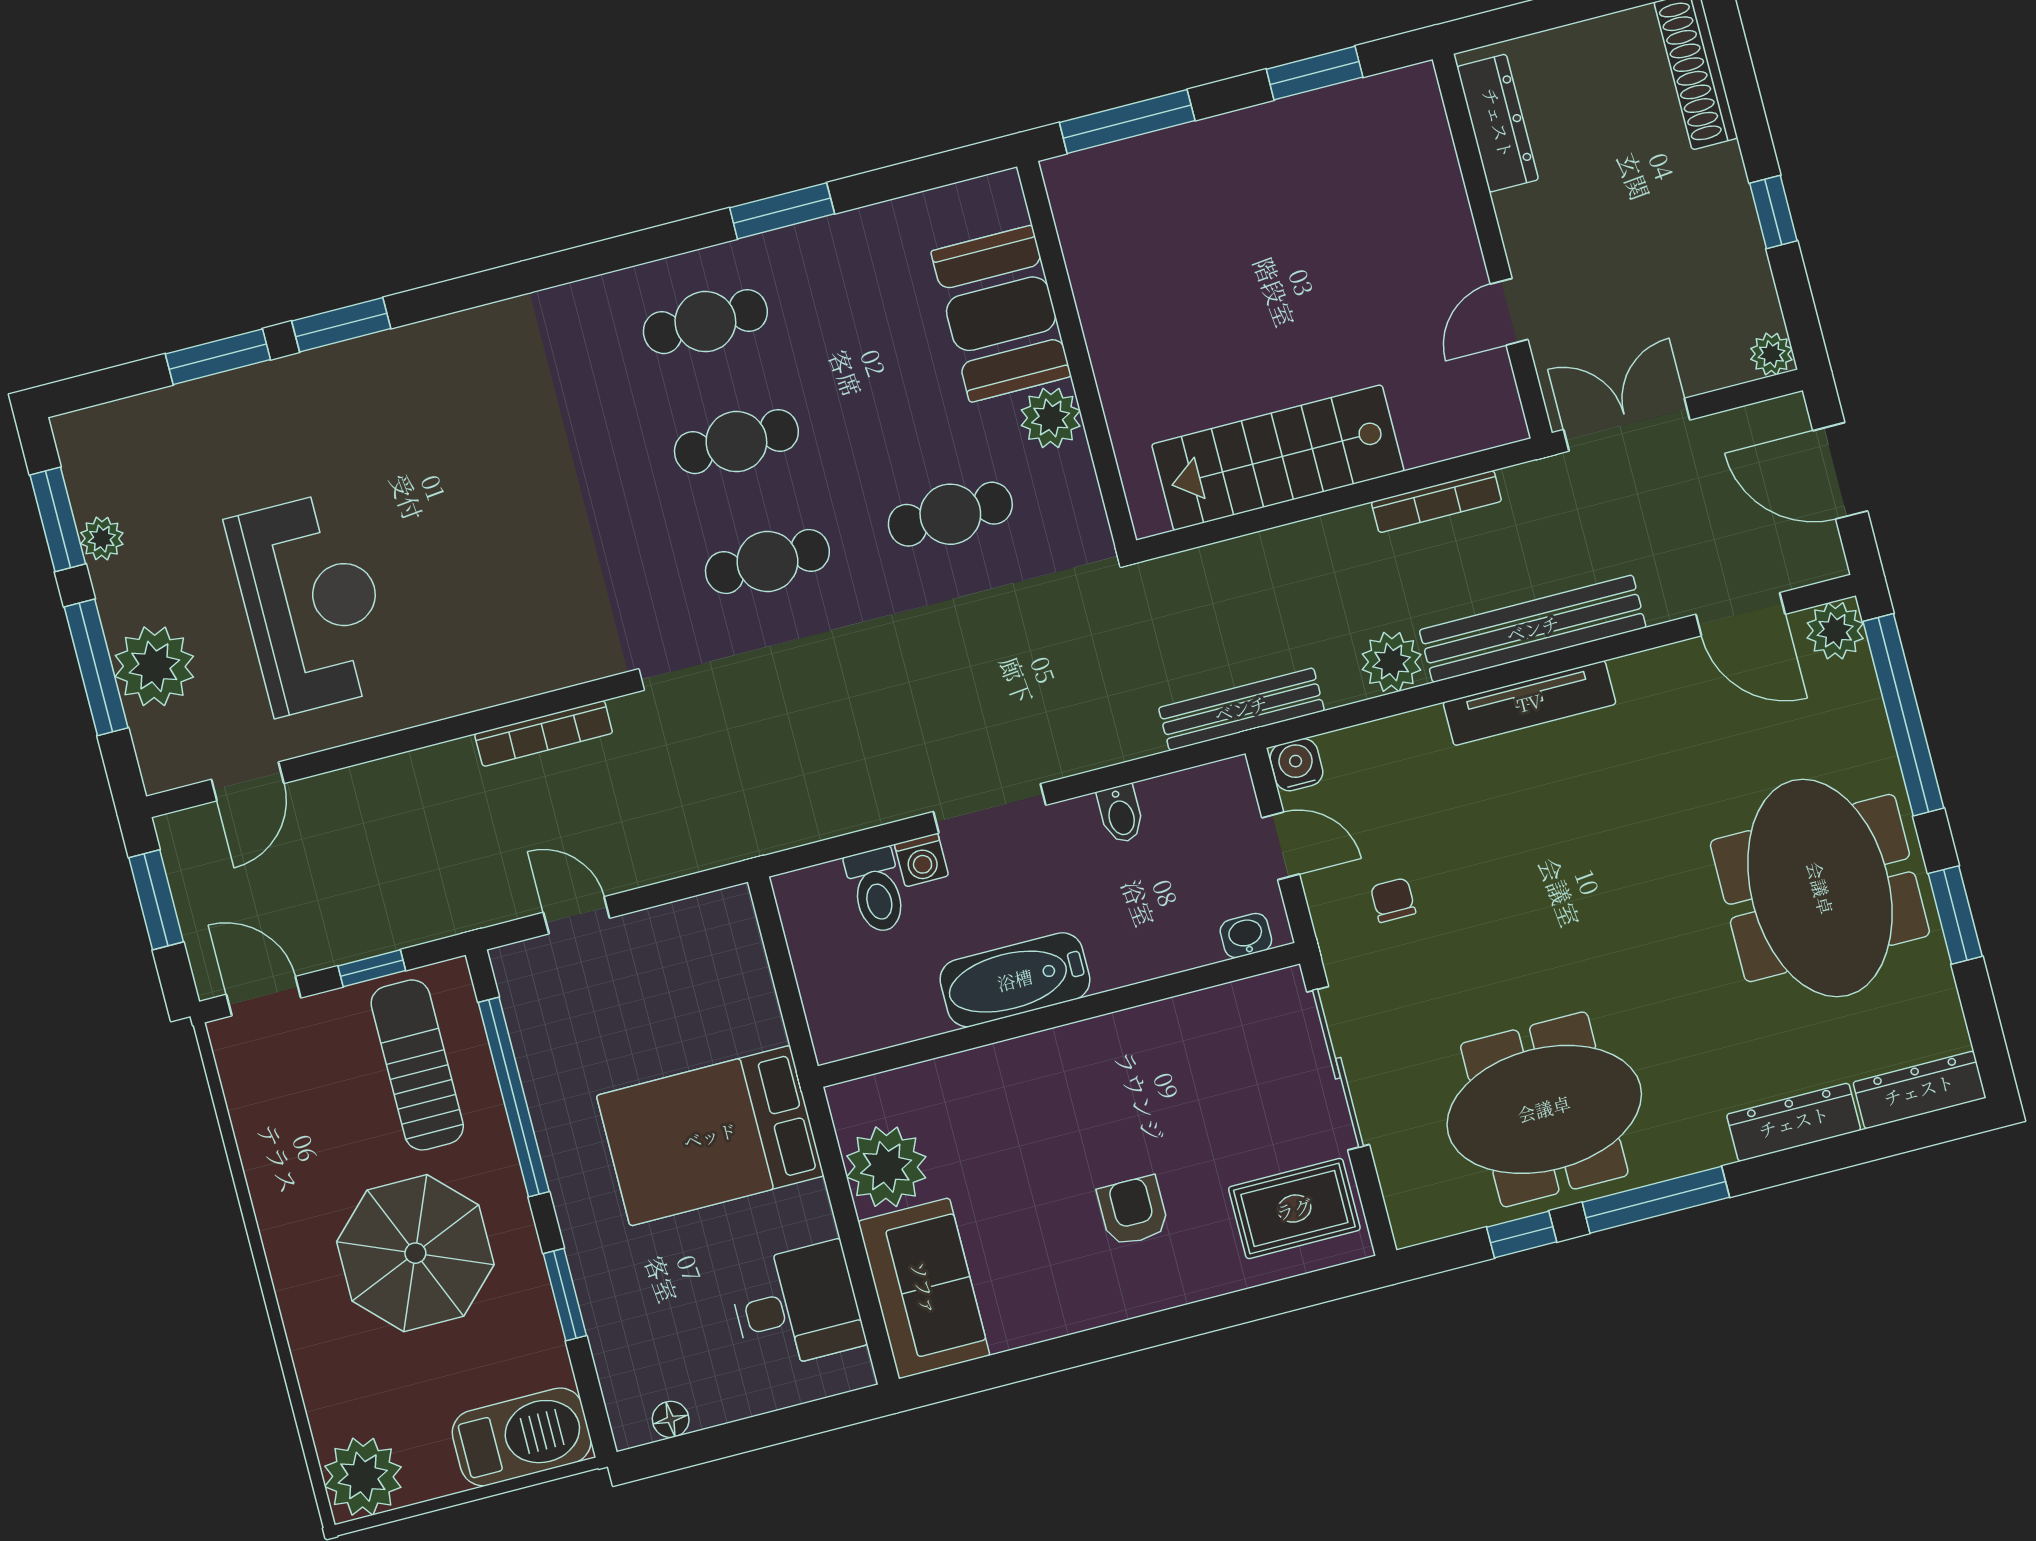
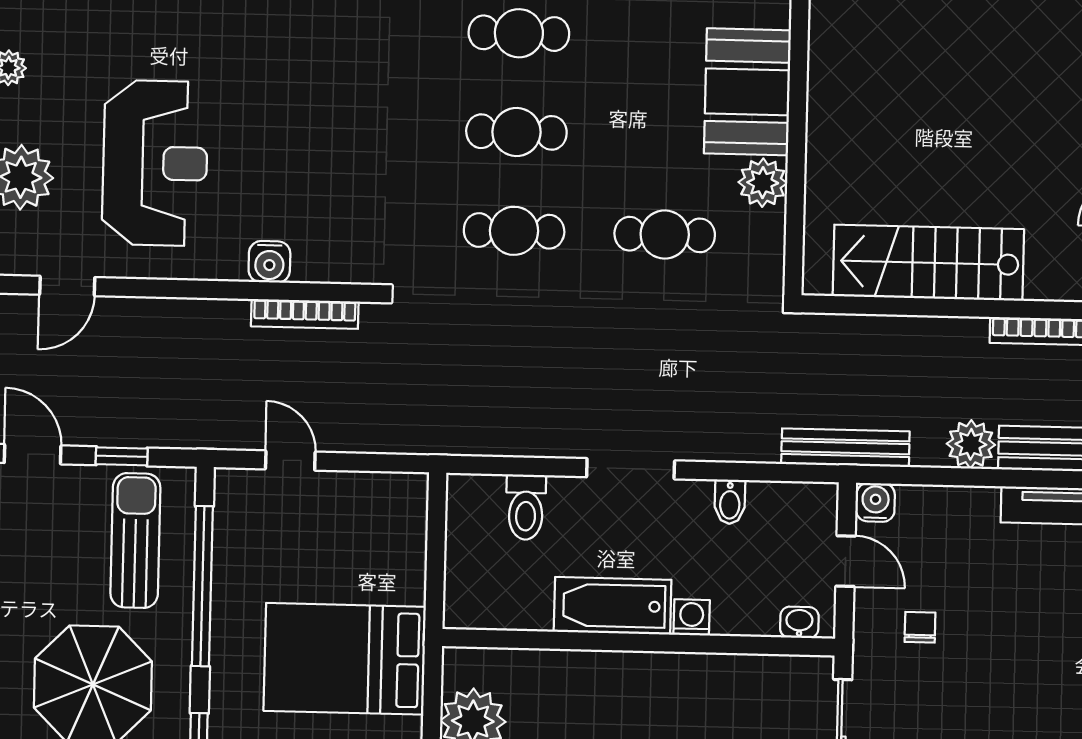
water cooler: (483, 683) -> (269, 262), added
washing machine: (921, 860) -> (692, 617), moved, turned 180

